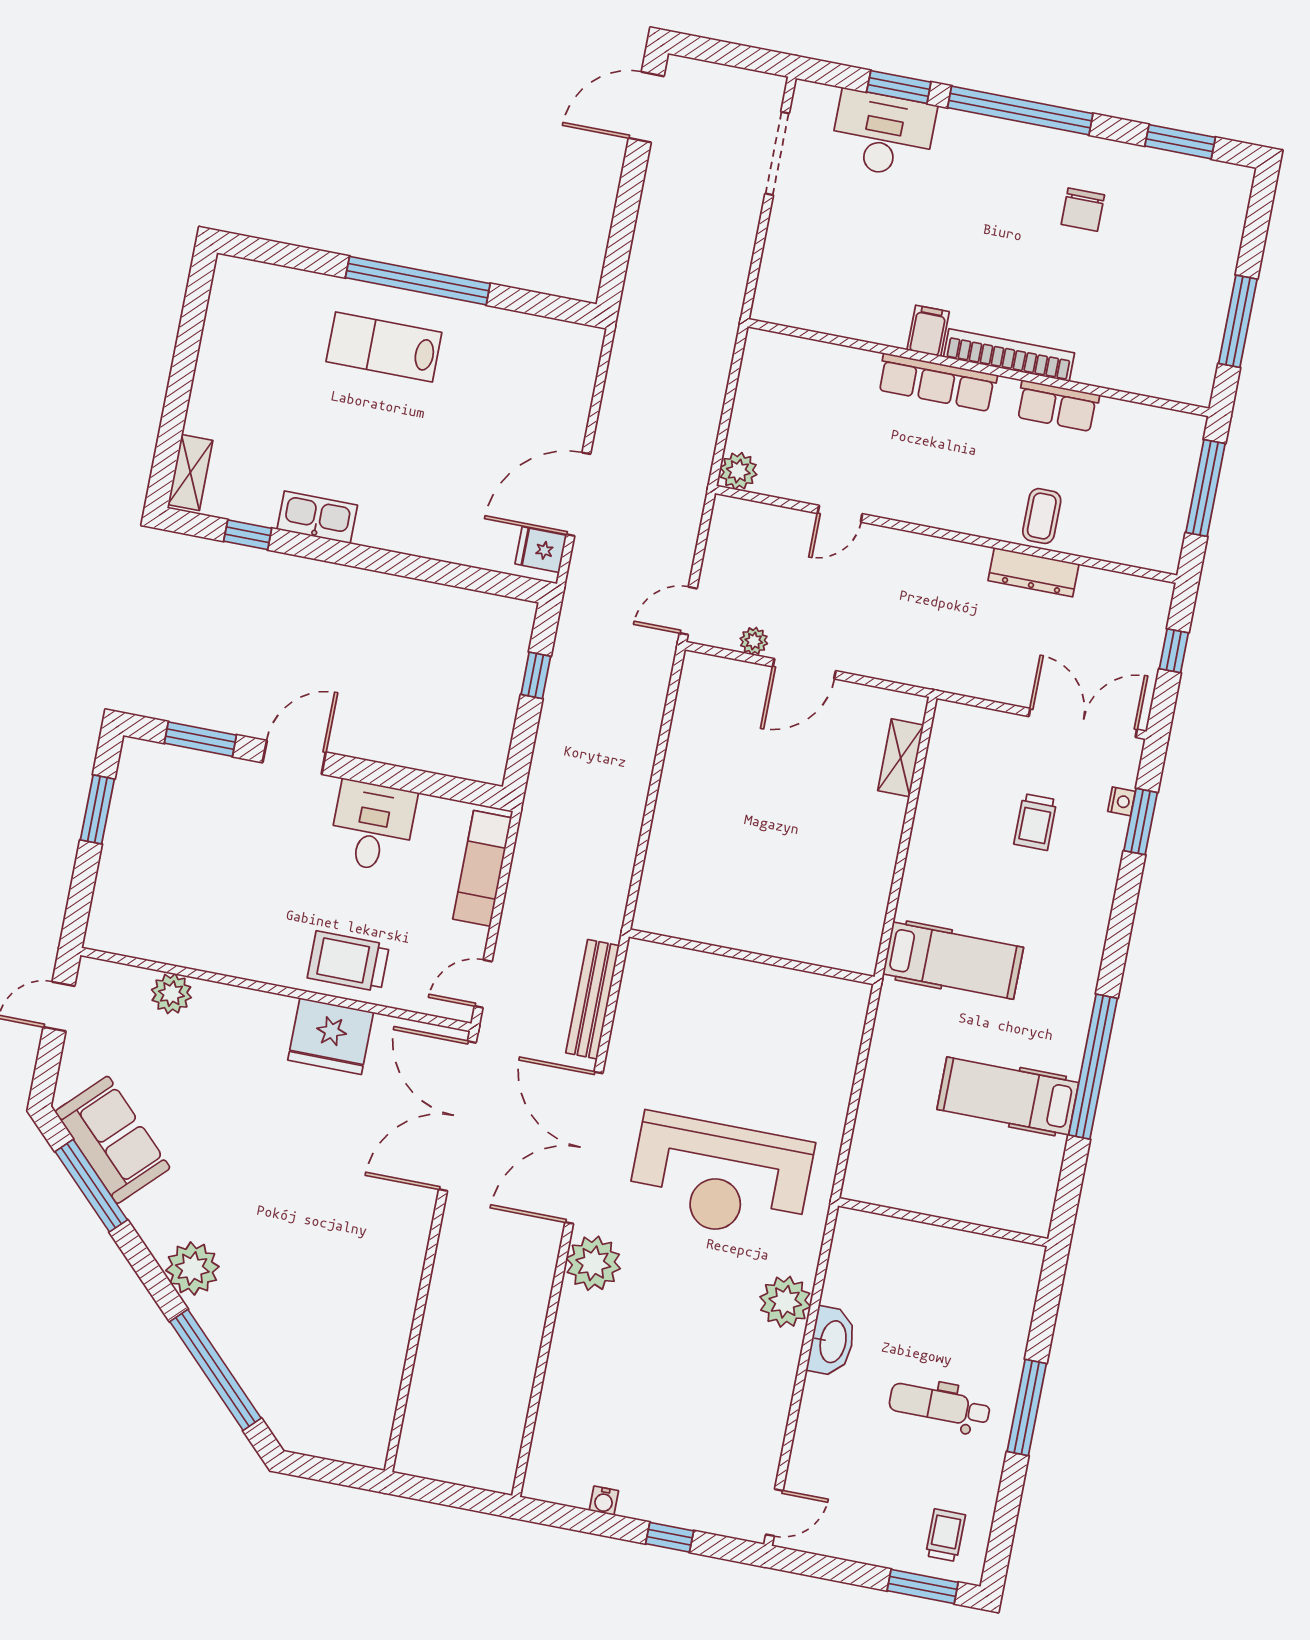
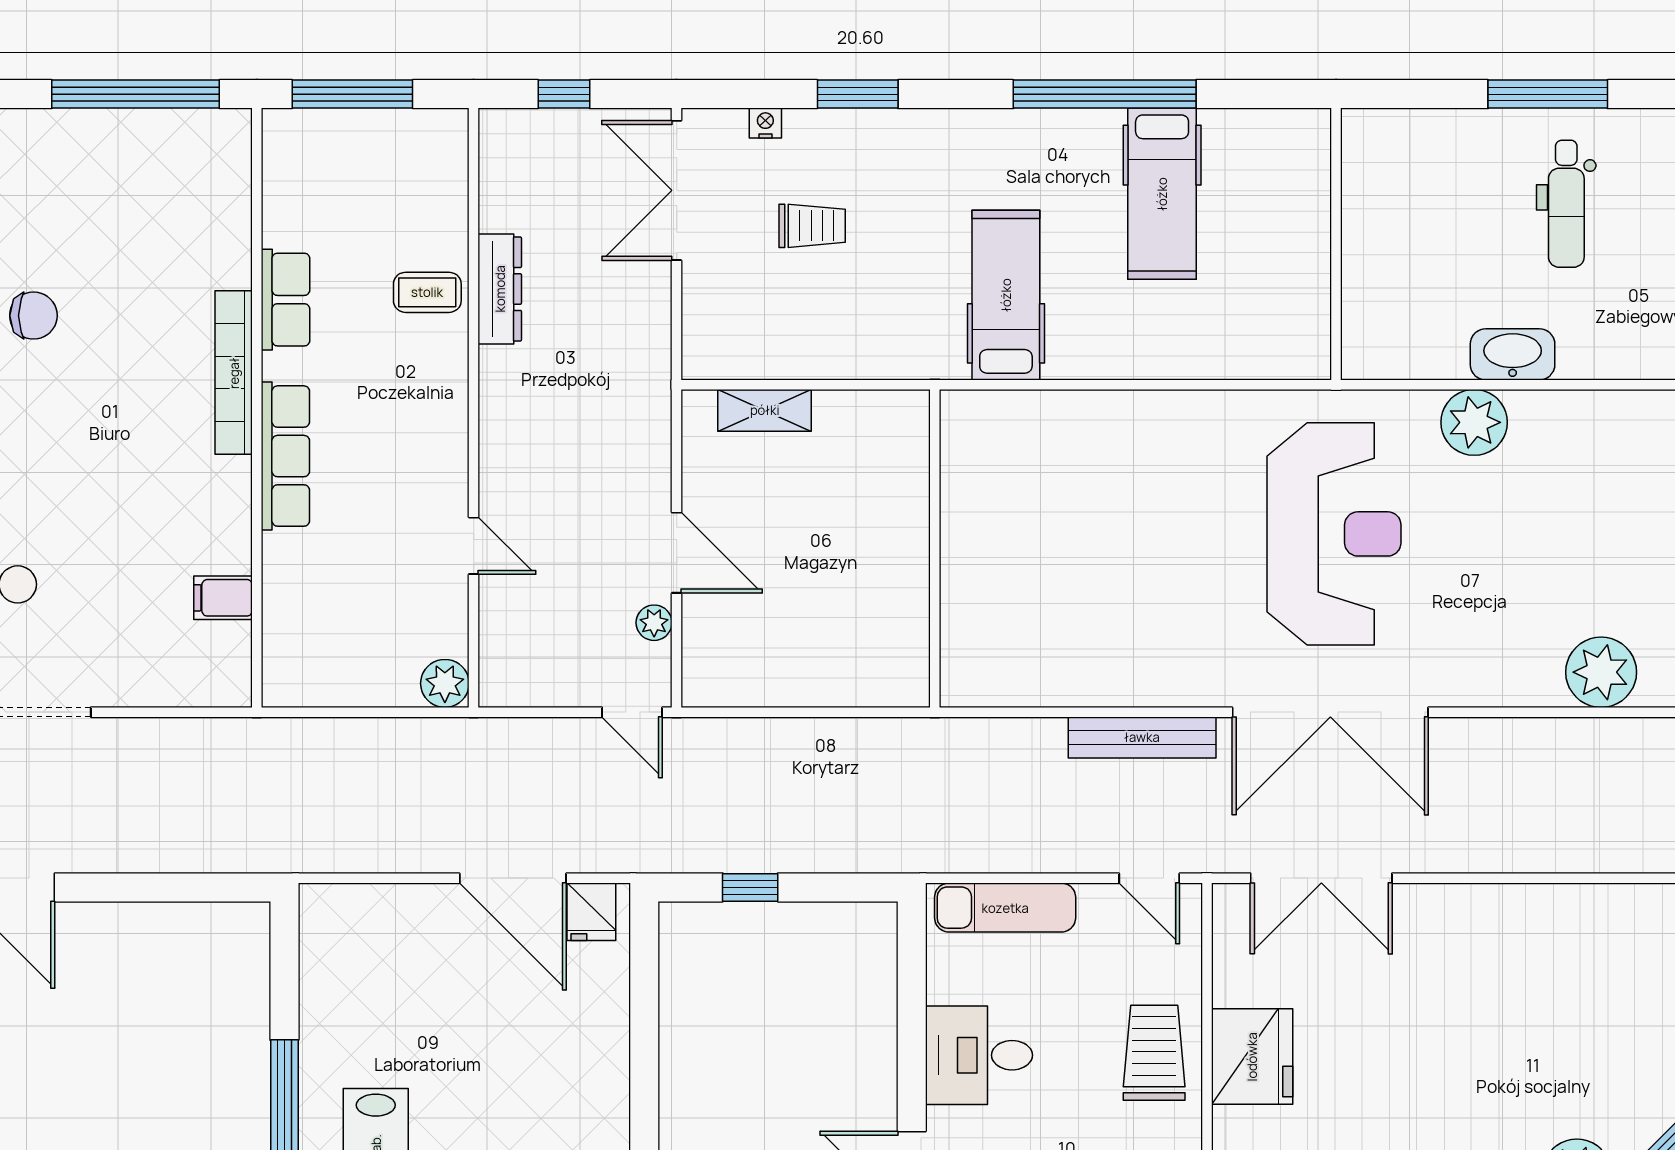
window: (1238, 321) -> (136, 94), width x1.46
filing cabinet: (928, 331) -> (223, 598), moved
window: (1141, 822) -> (858, 94), moved
wall: (752, 957) -> (935, 548), moved
trolley: (348, 961) -> (1154, 1053), turned 180
double door: (457, 1116) -> (1321, 878), width x0.73
plant: (593, 1263) -> (1601, 672), moved

